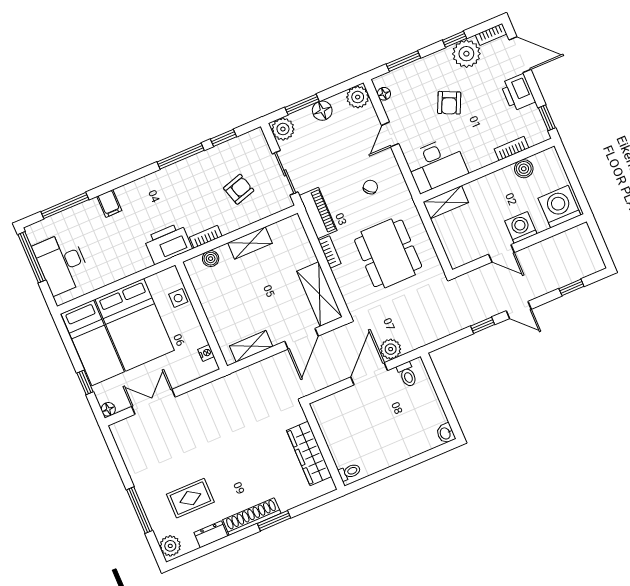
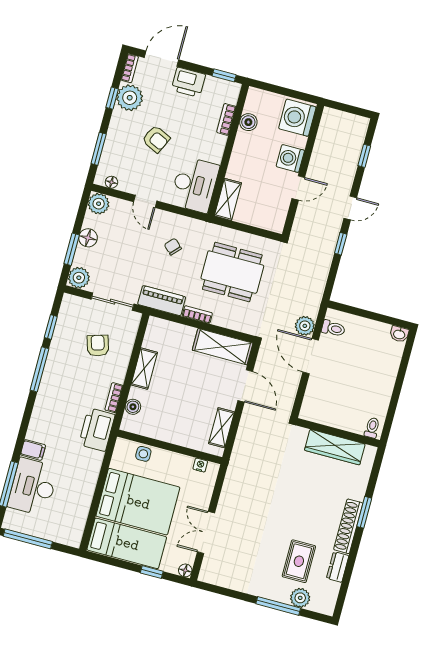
desk: (62, 263) -> (33, 487), moved, turned 90
plant: (170, 546) -> (300, 598), moved

